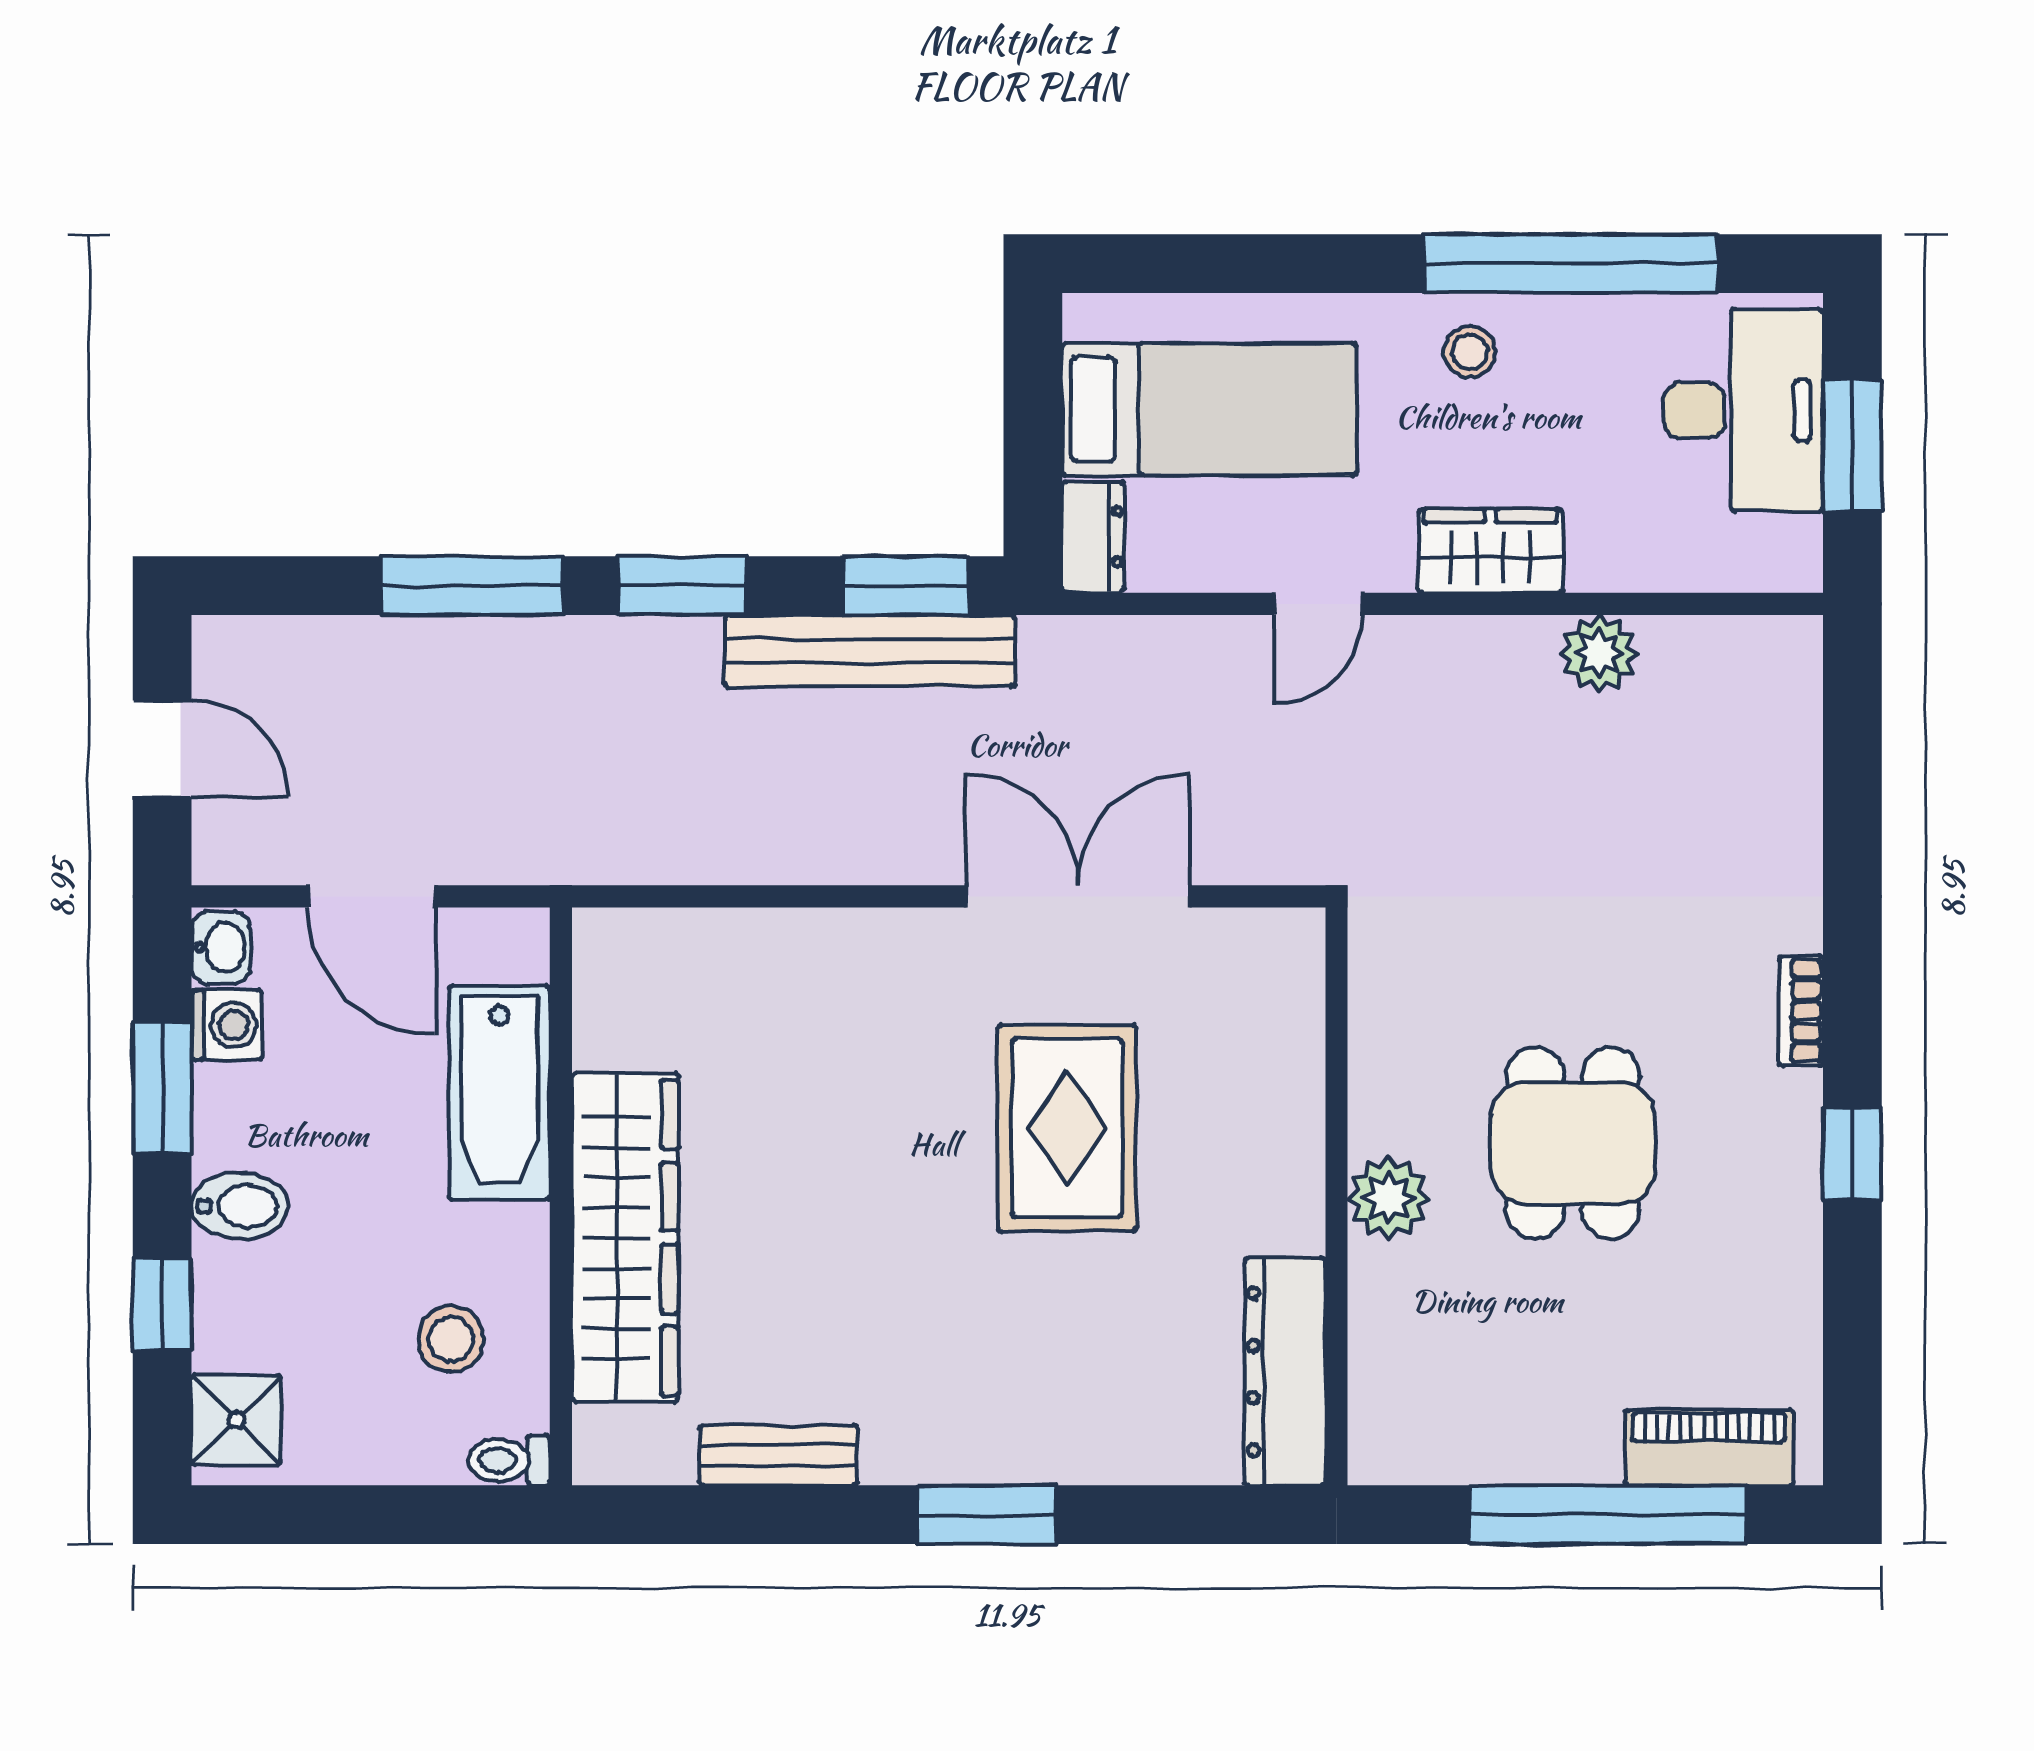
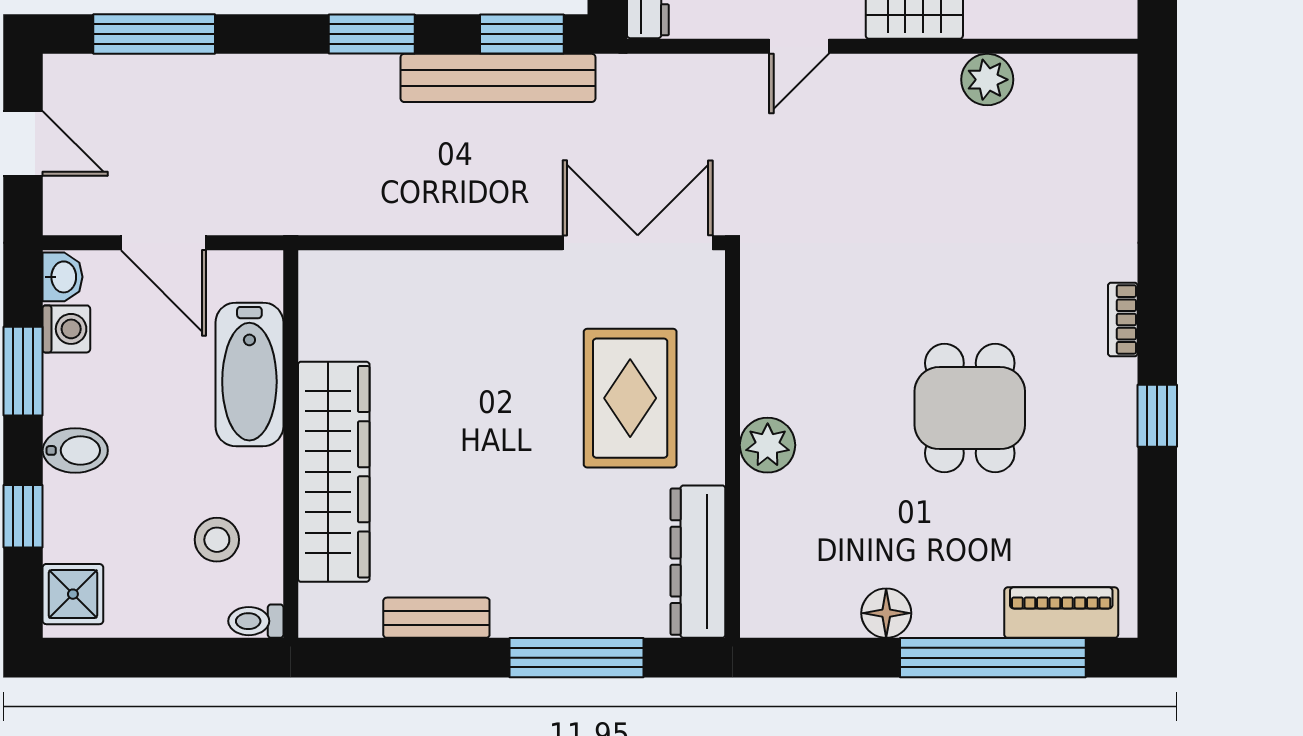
window: (472, 586) -> (154, 34), moved
wall: (1337, 1196) -> (733, 444), moved
plant: (1389, 1198) -> (768, 445), moved
dresser: (1285, 1372) -> (698, 562), moved
floor lamp: (1448, 1448) -> (886, 613), added
window: (987, 1515) -> (576, 658), width x1.44

